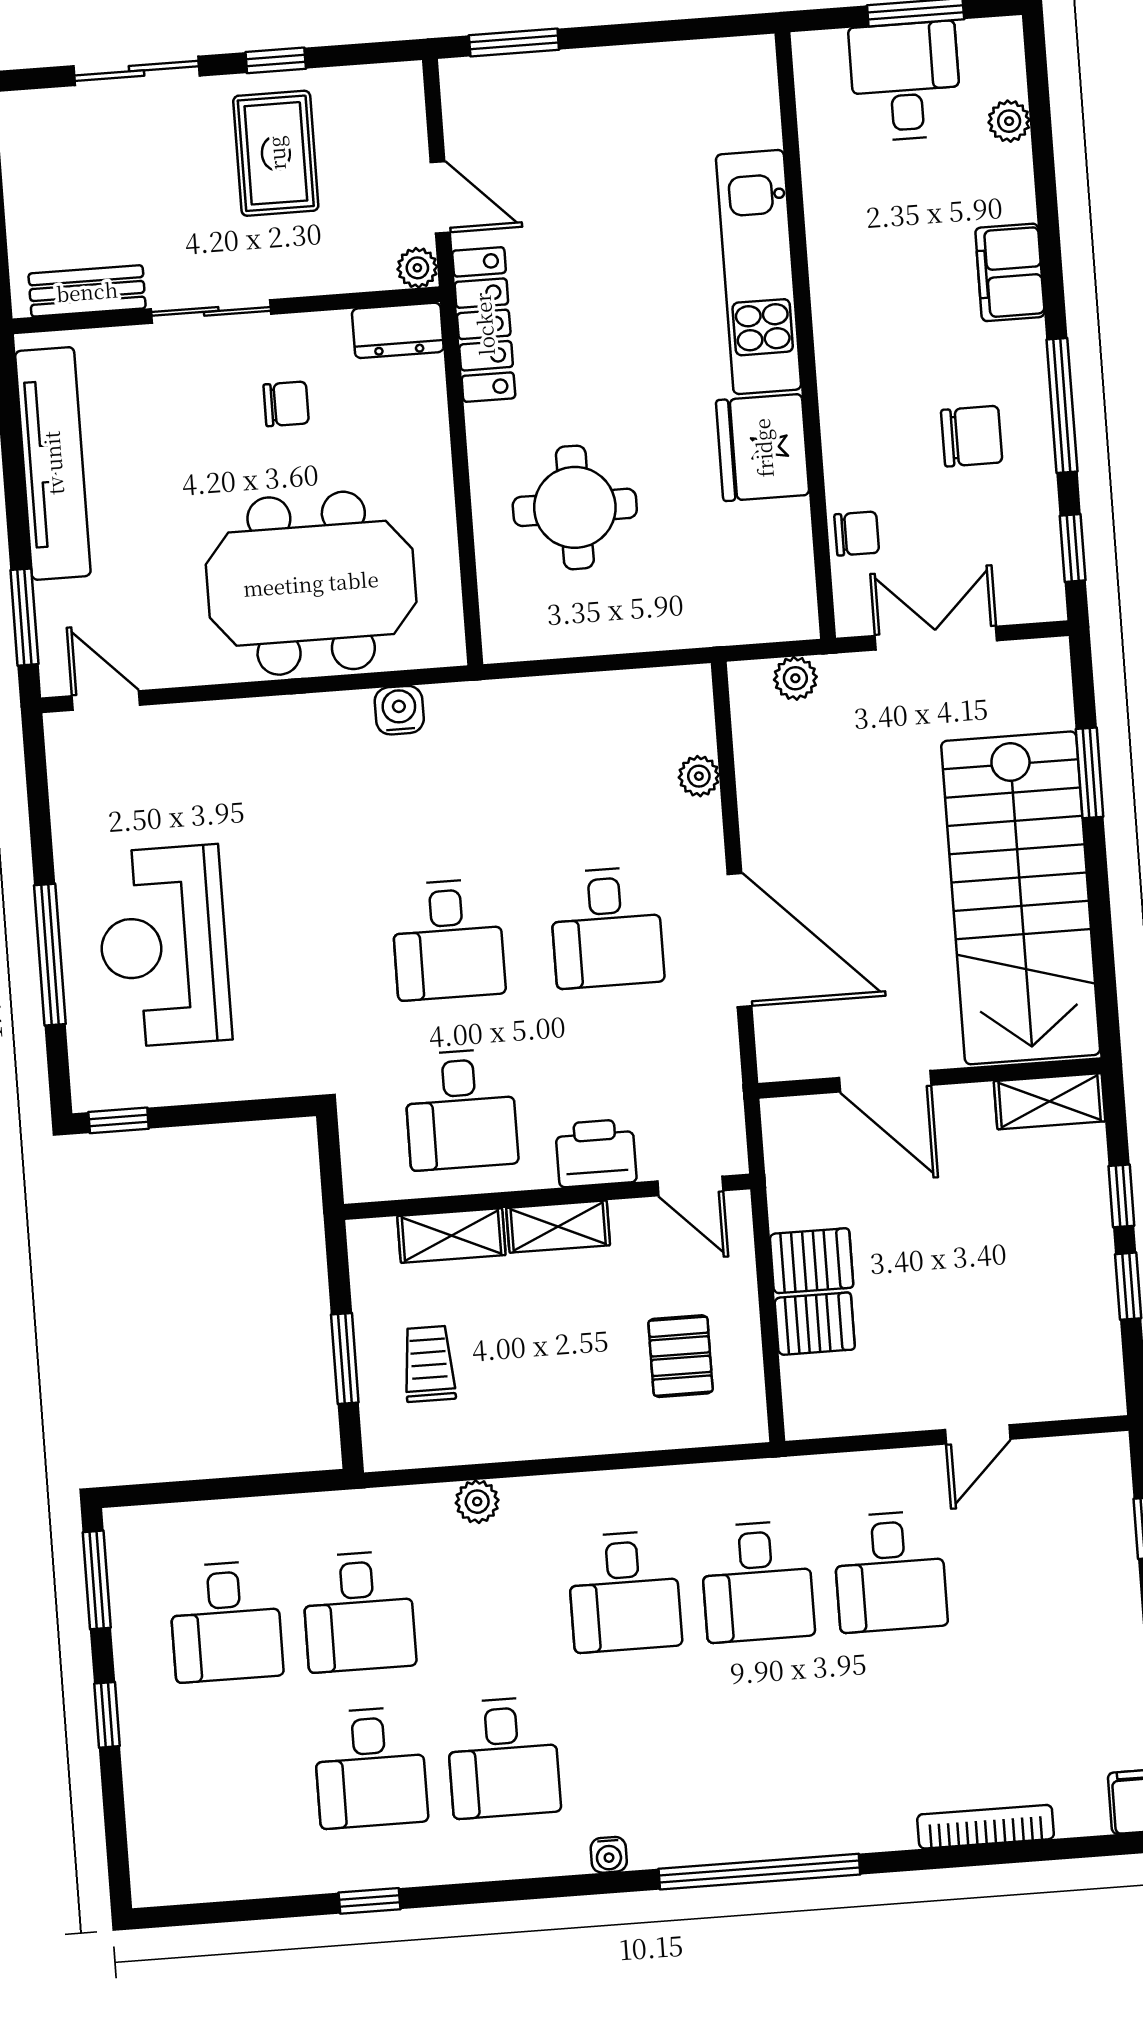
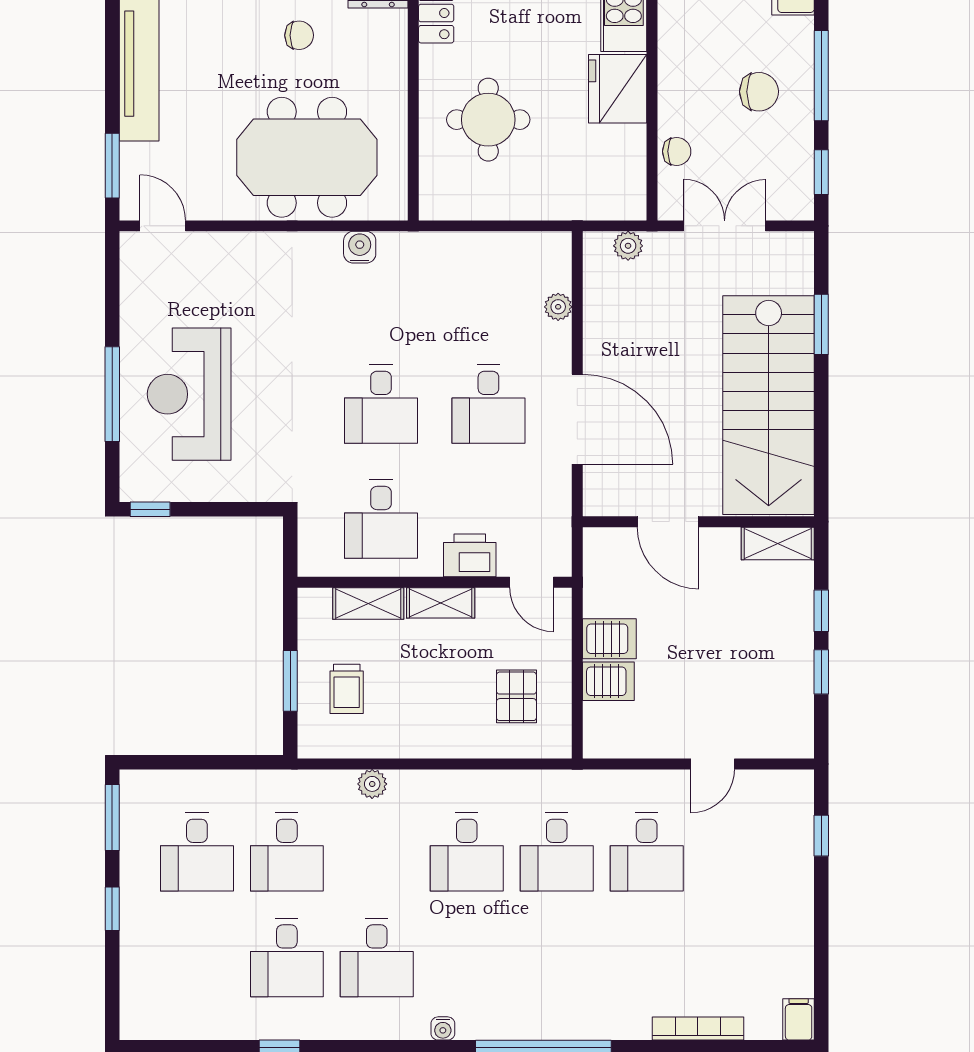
trolley: (429, 1364) -> (347, 689), turned 180

